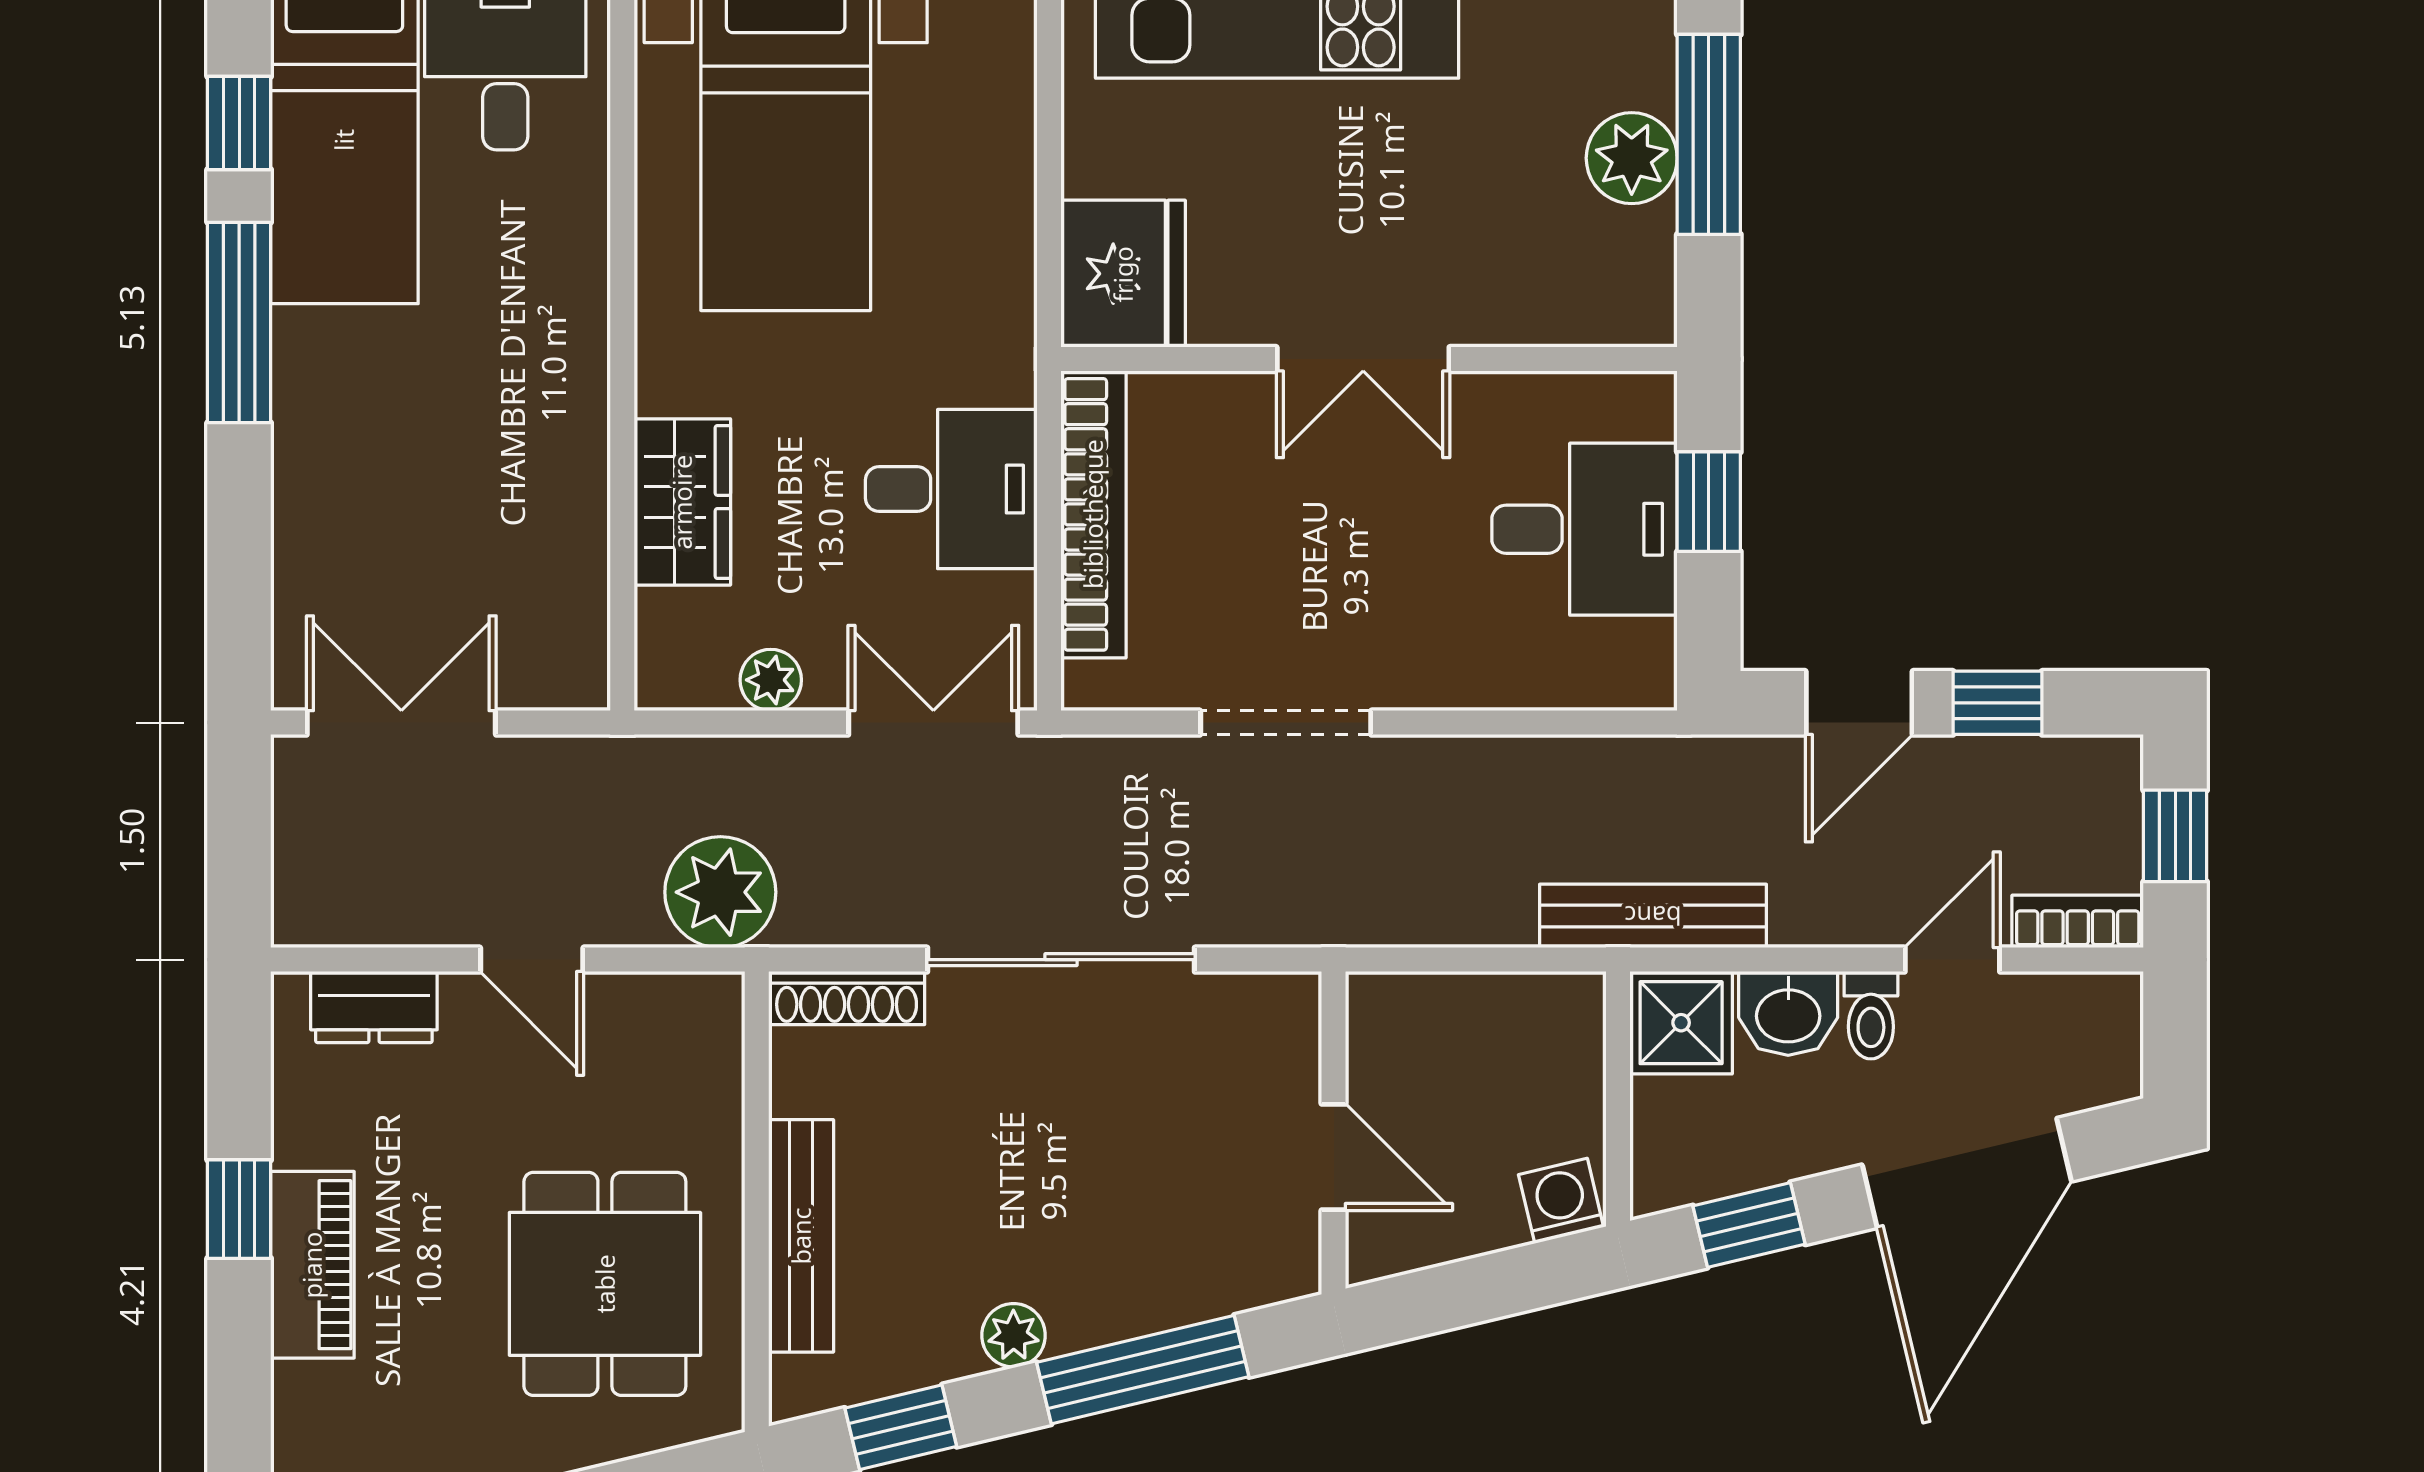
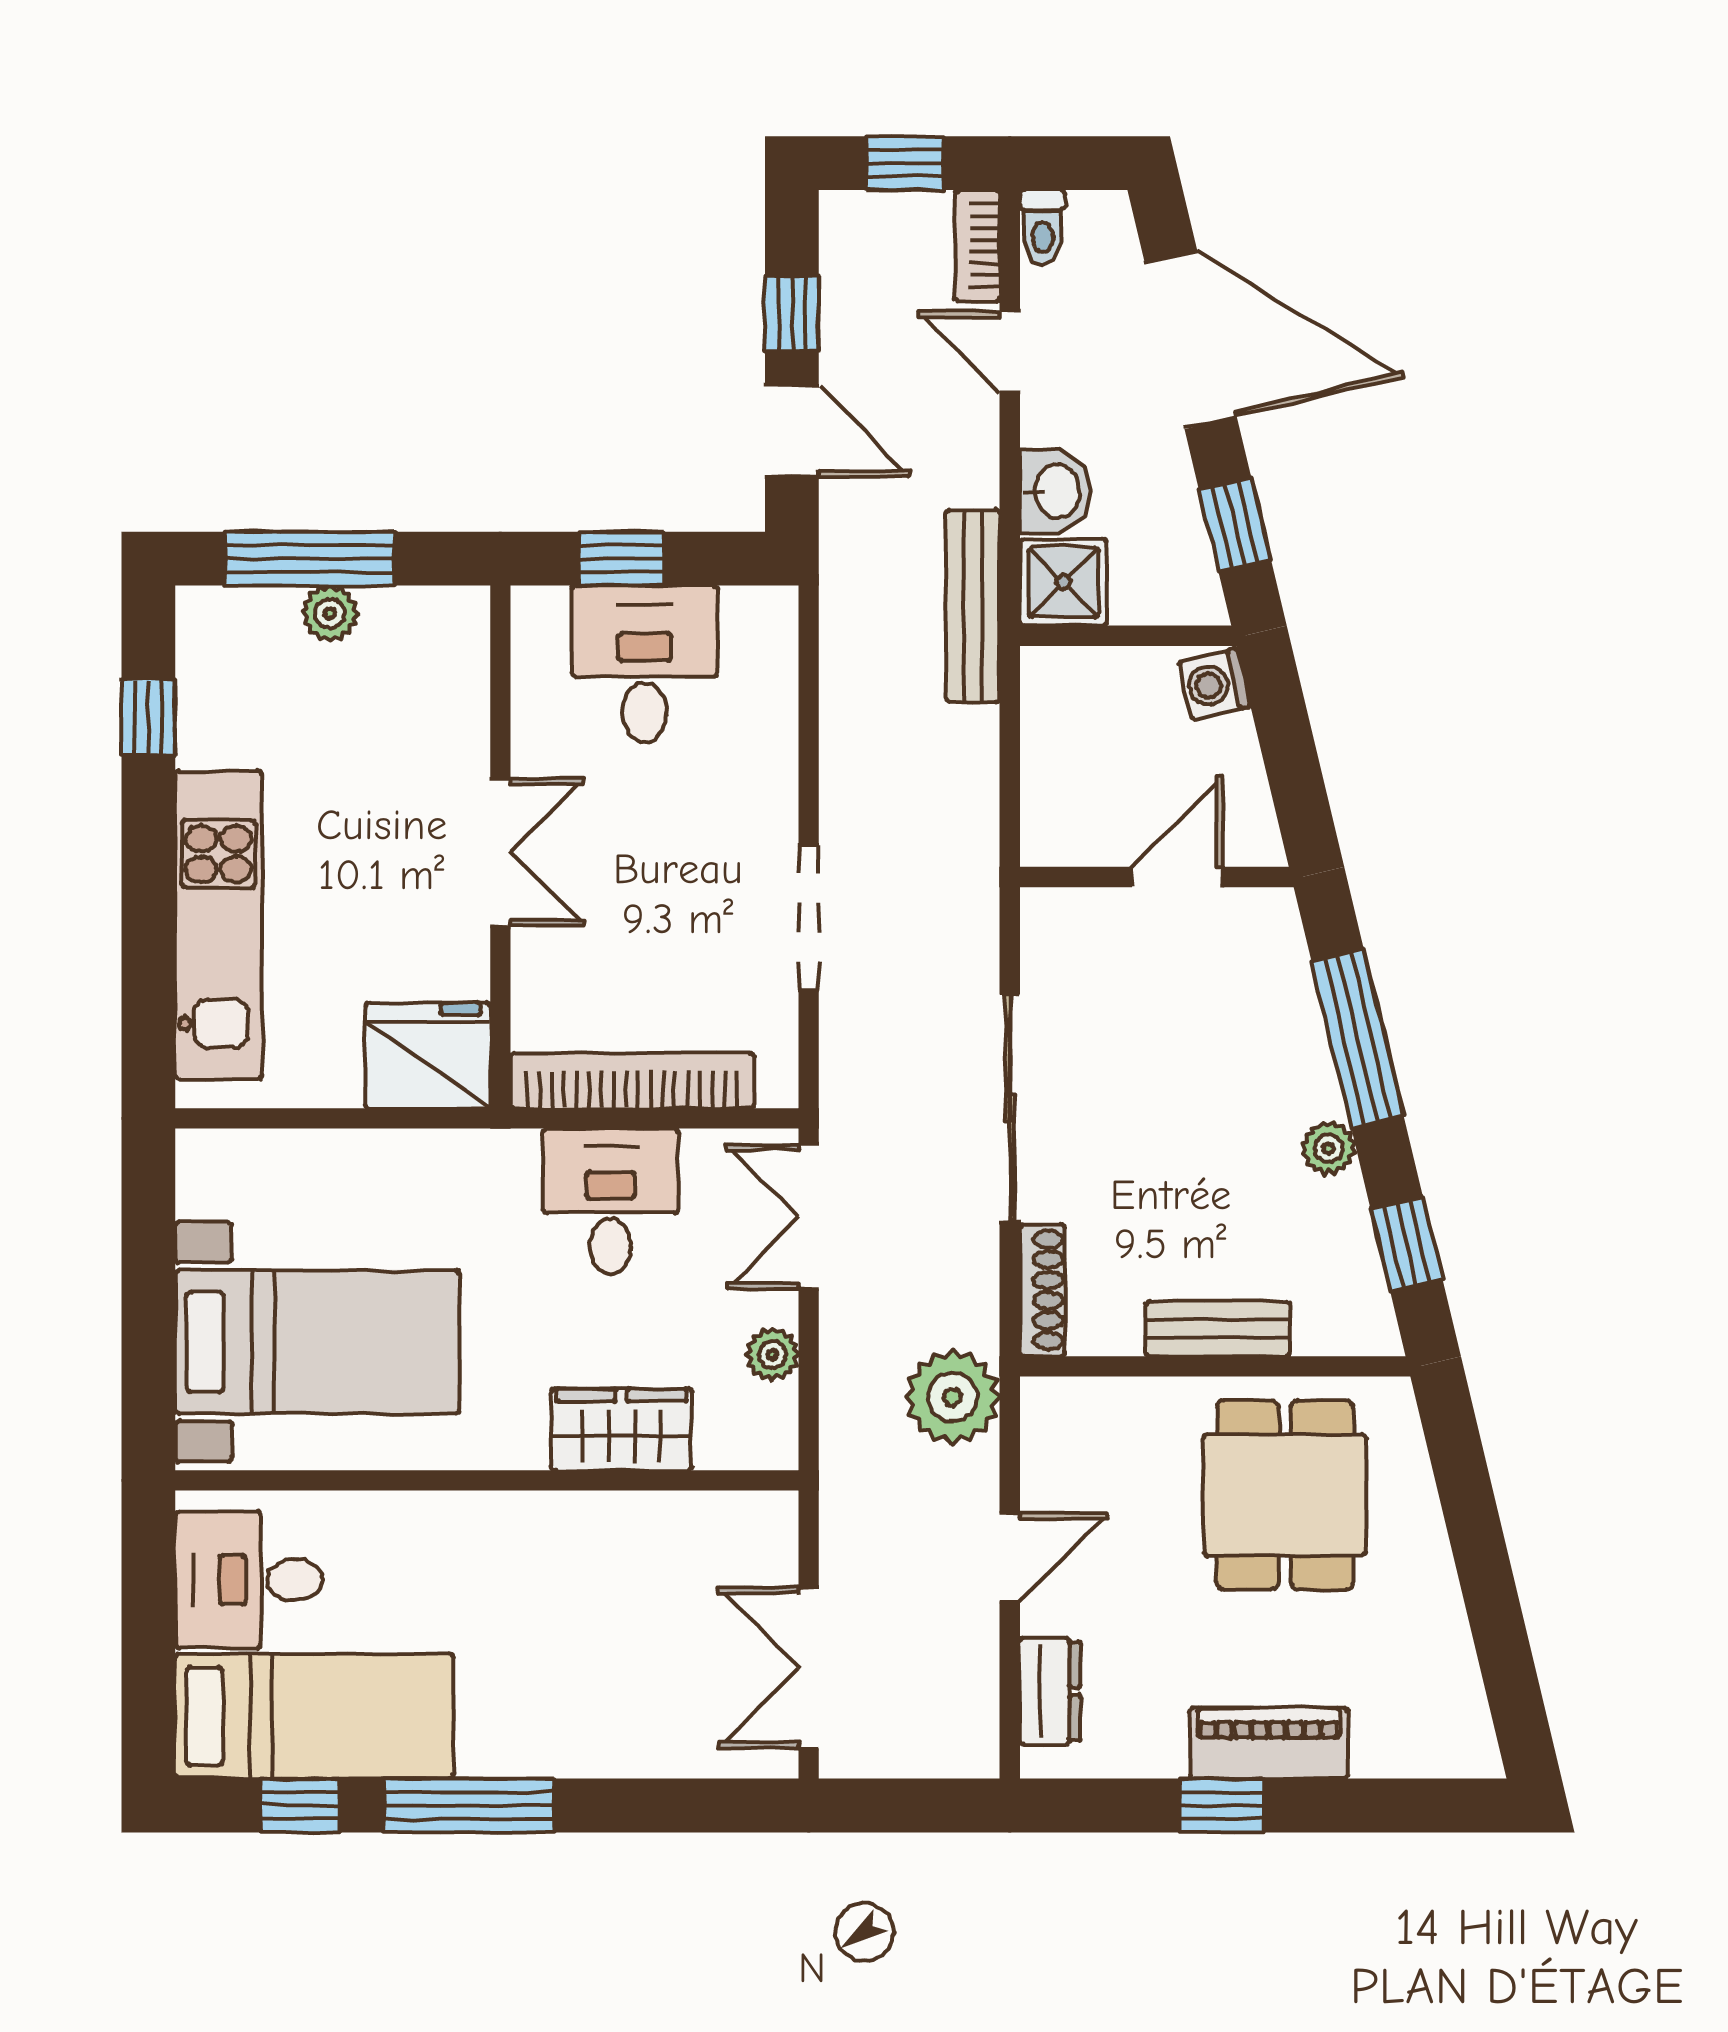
plant: (1632, 158) -> (330, 614), width x0.73, depth x0.73
toilet: (1871, 1015) -> (1043, 227), moved, turned 90
bench: (801, 1236) -> (1218, 1329), width x0.73
dining table: (605, 1284) -> (1285, 1495), turned 90

